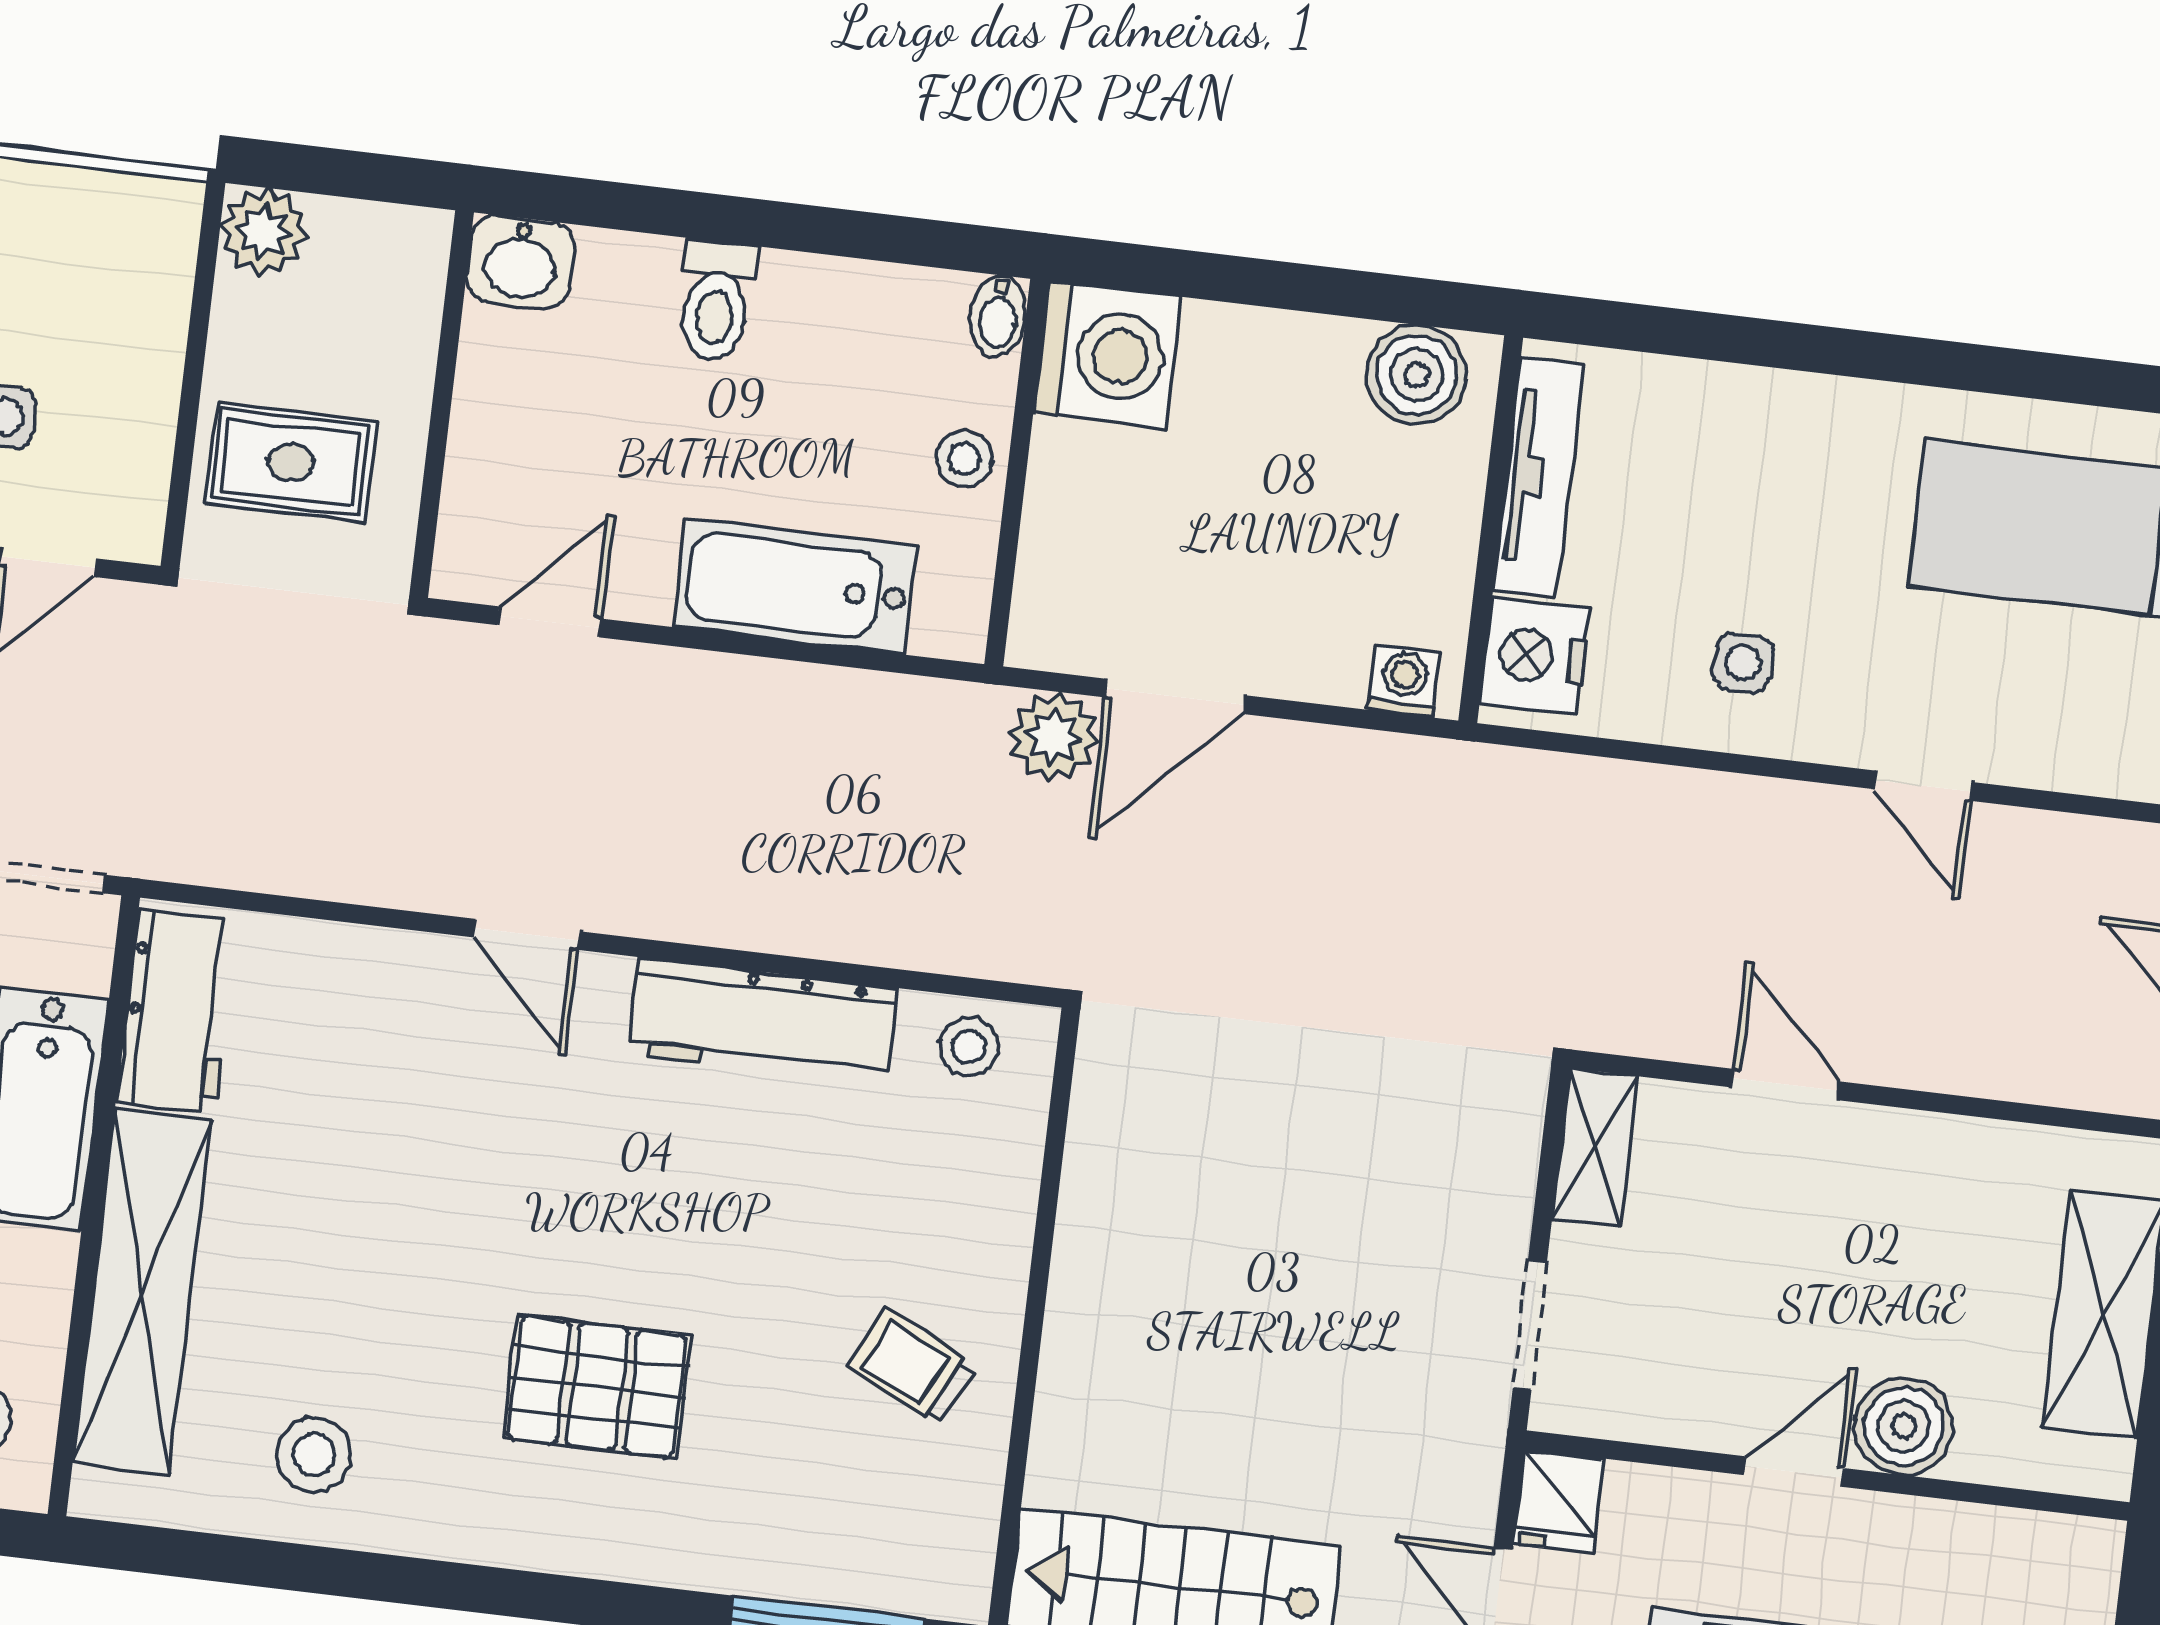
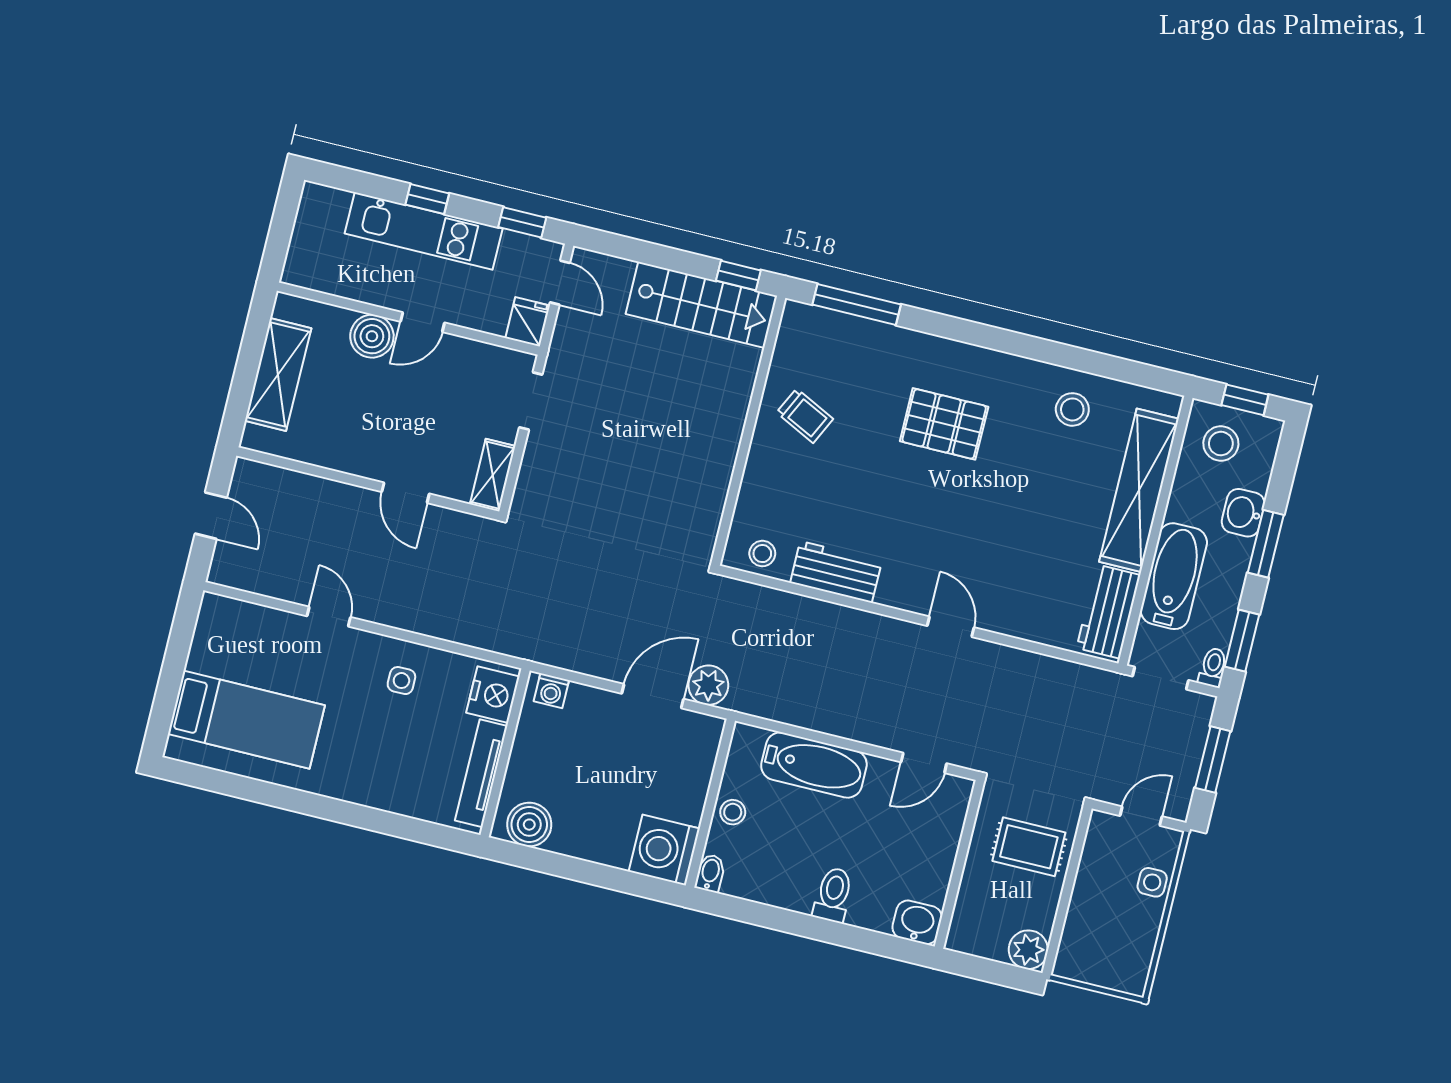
workbench: (763, 1021) -> (836, 572), width x0.73

